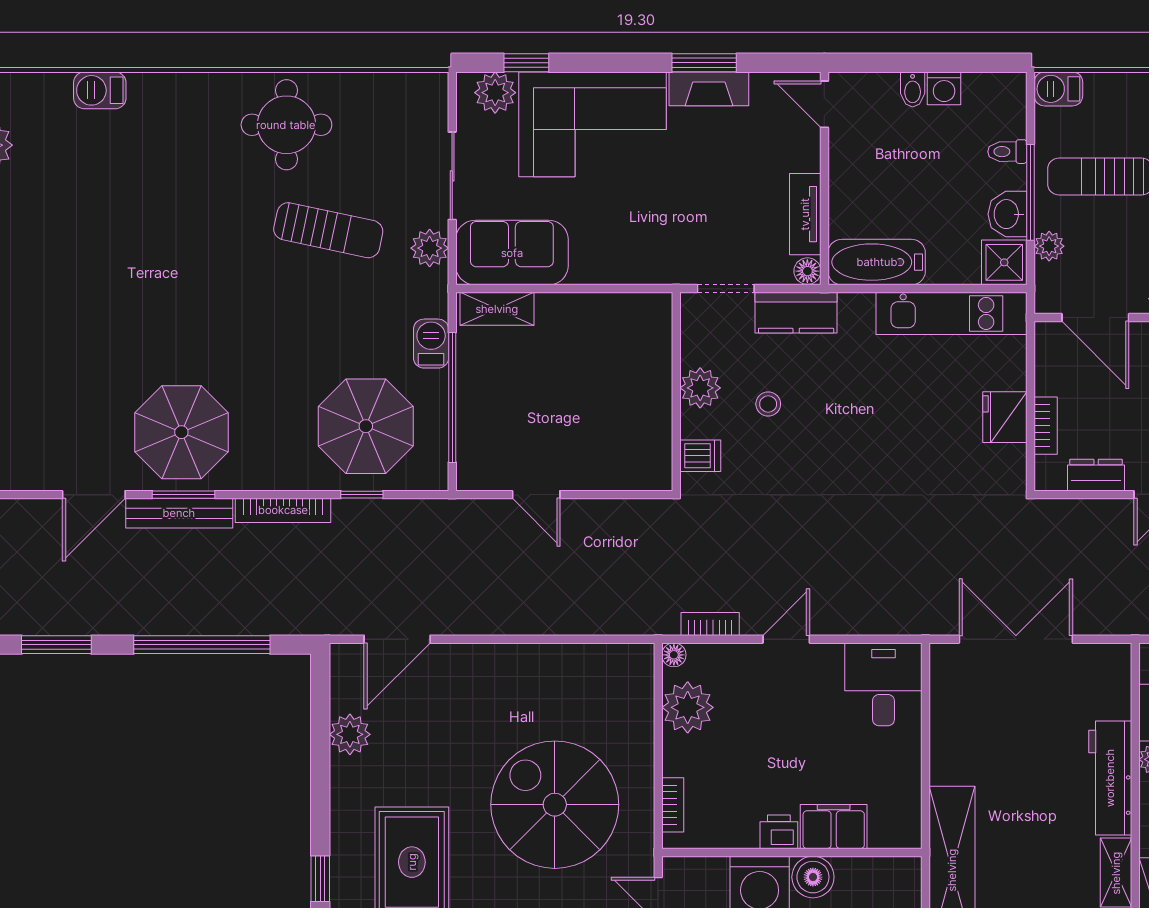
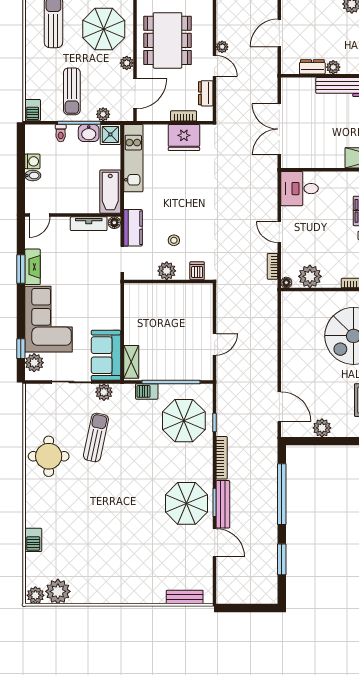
fridge: (1005, 417) -> (184, 138), width x1.36, depth x1.34

